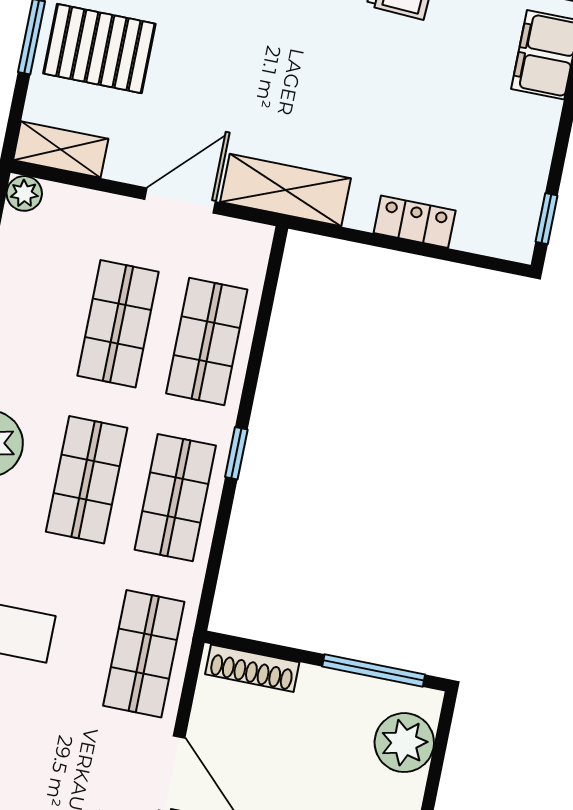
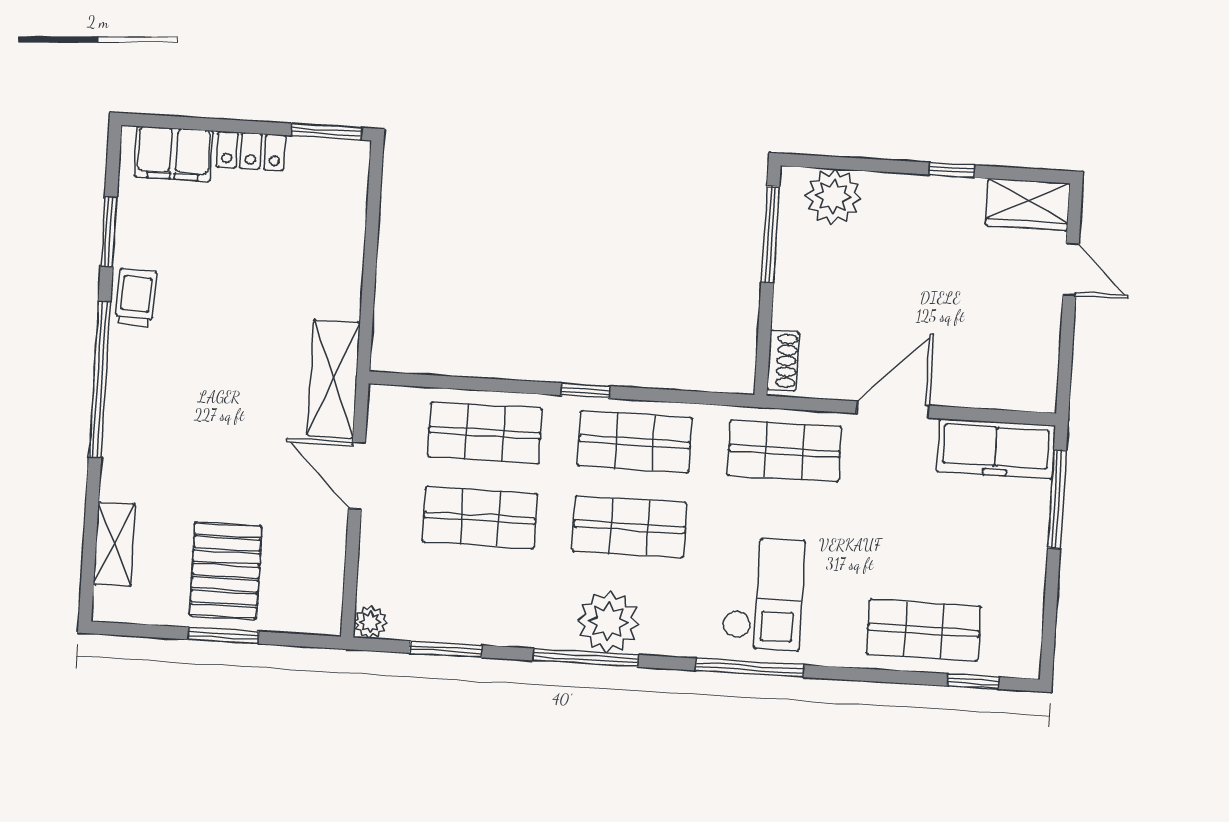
shelving: (61, 150) -> (325, 594), removed
window: (547, 219) -> (326, 132), width x1.50
locker: (415, 222) -> (251, 151), moved, turned -90
shoe rack: (252, 668) -> (783, 361), width x0.70

